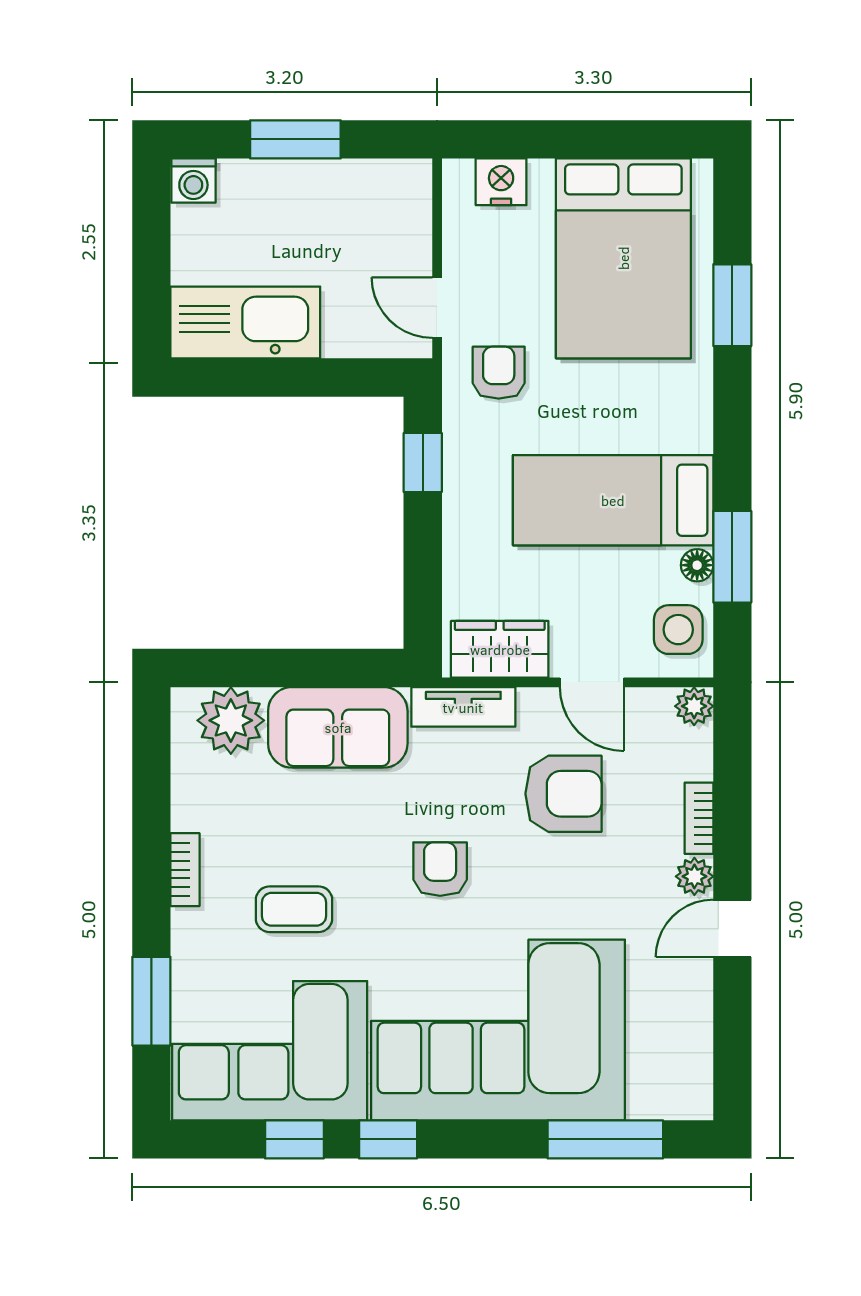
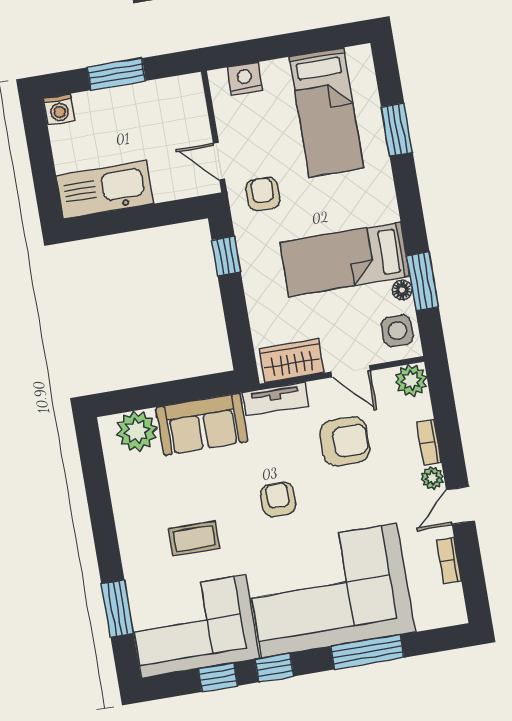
bed: (623, 258) -> (326, 112), width x0.67
plant: (694, 706) -> (411, 380), width x1.38, depth x1.38
bookcase: (185, 870) -> (449, 561), moved, turned 180
window: (605, 1139) -> (367, 652), moved

